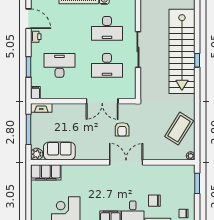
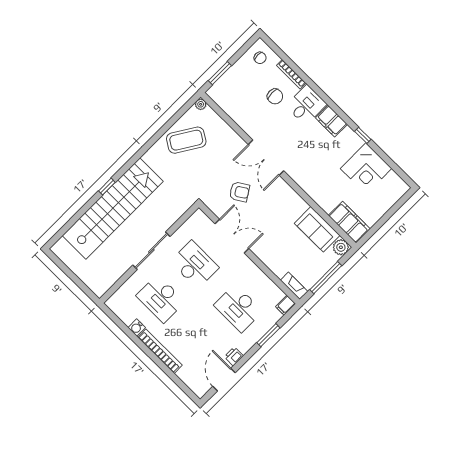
desk: (107, 28) -> (161, 299), turned 180
armchair: (122, 129) -> (239, 192), turned 57

